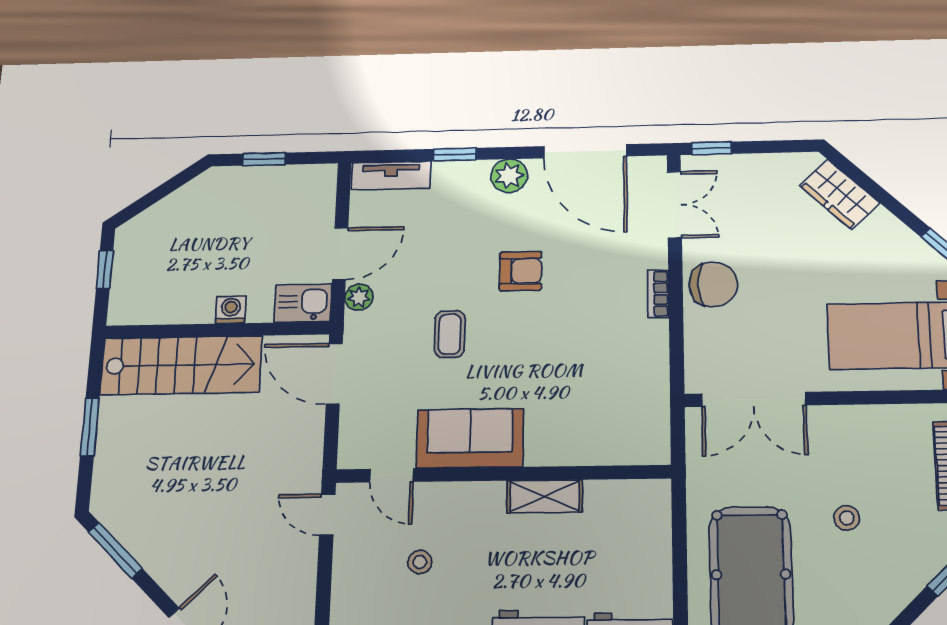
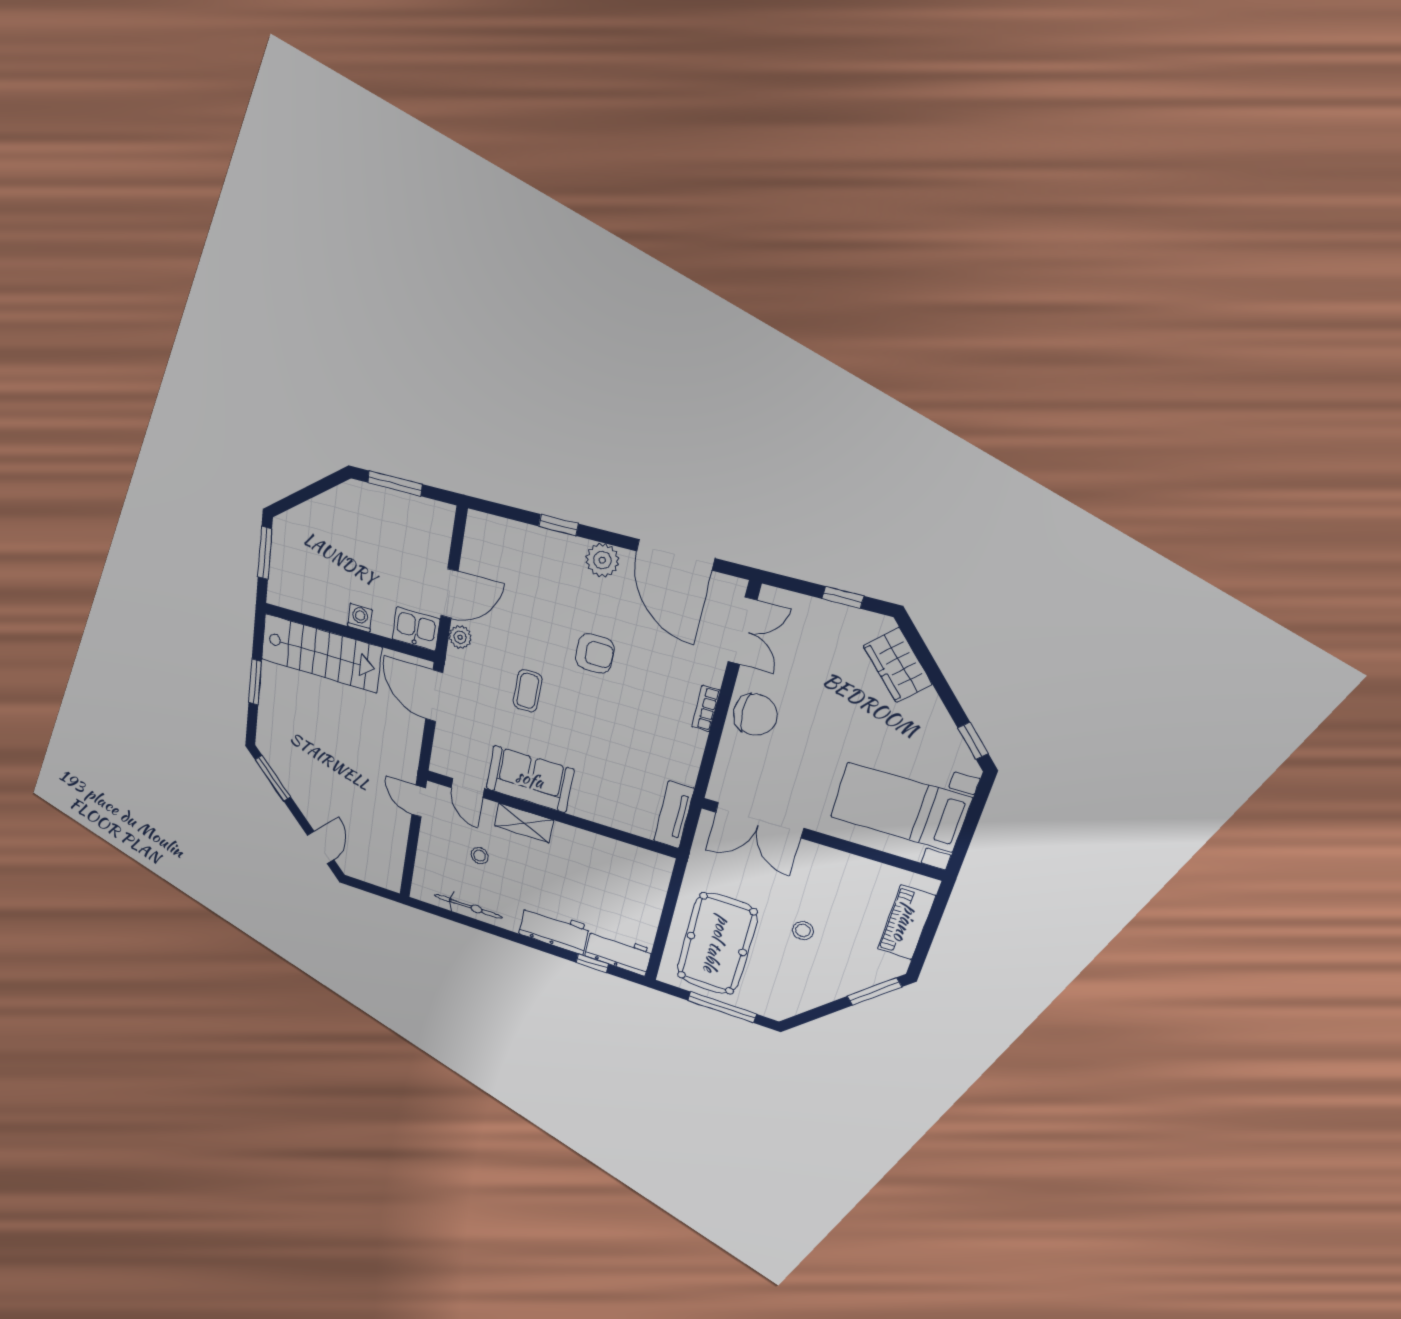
window: (712, 148) -> (843, 597), moved
window: (264, 159) -> (395, 483), width x1.50
tv unit: (391, 176) -> (674, 815), moved, turned 90
window: (105, 270) -> (265, 553), width x1.50
shelving: (545, 496) -> (524, 823), moved

